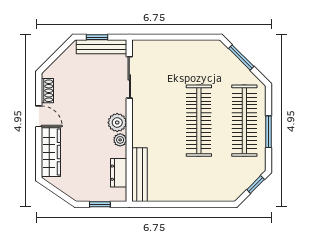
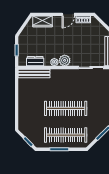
wardrobe: (51, 152) -> (42, 21), width x0.67

